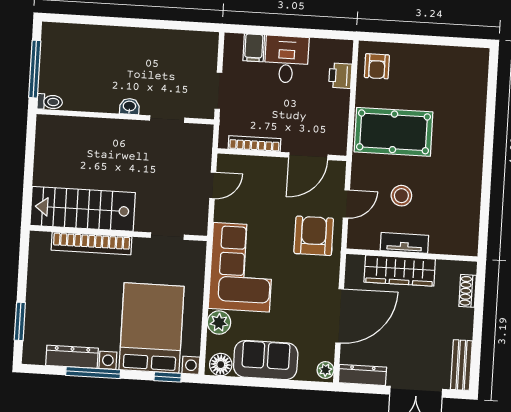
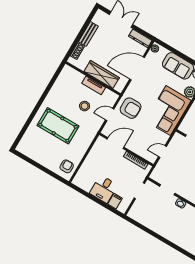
printer: (340, 76) -> (84, 170), removed
pool table: (393, 132) -> (58, 126), moved
armchair: (314, 236) -> (131, 108), turned -90
bench: (461, 365) -> (88, 34), moved

